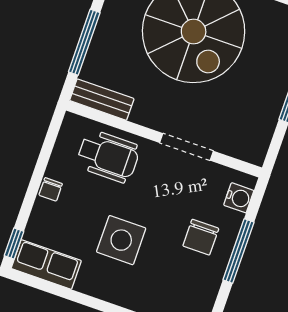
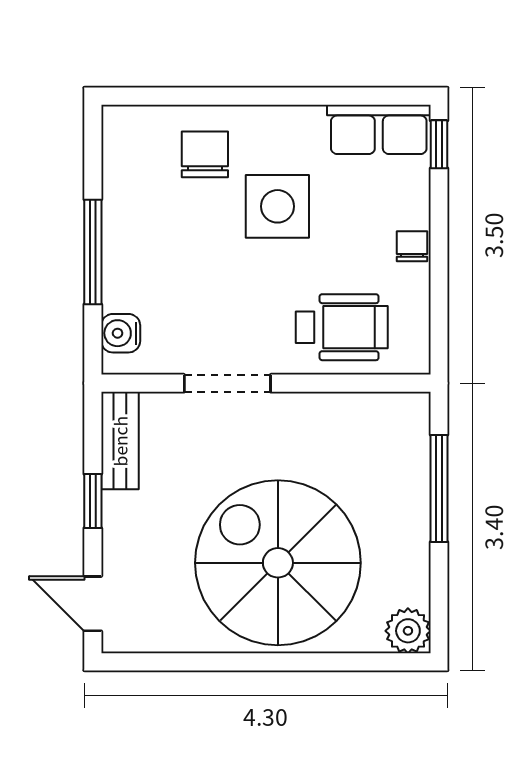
bench: (102, 100) -> (120, 441), moved, turned 90
wheelchair: (108, 156) -> (342, 327), turned 180
chair: (201, 237) -> (205, 154), moved

